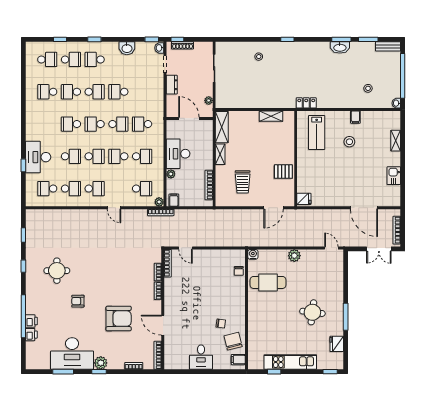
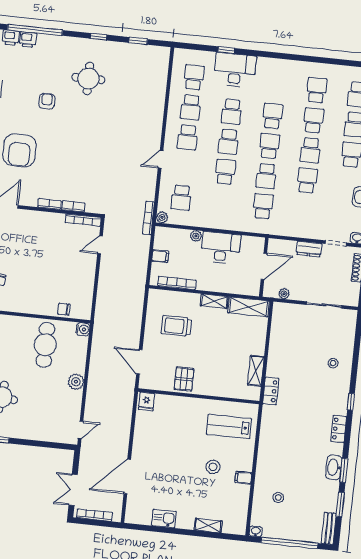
locker: (310, 47) -> (339, 429), added
locker: (306, 103) -> (271, 391), moved
school desk: (142, 156) -> (222, 202), removed
filing cabinet: (174, 200) -> (160, 256), moved

